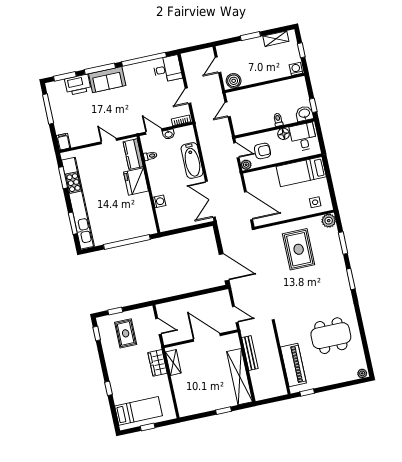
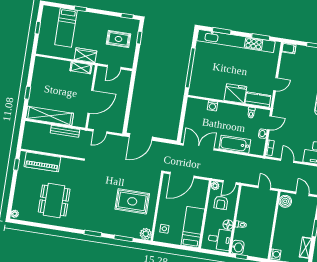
bed: (139, 411) -> (66, 28), moved

